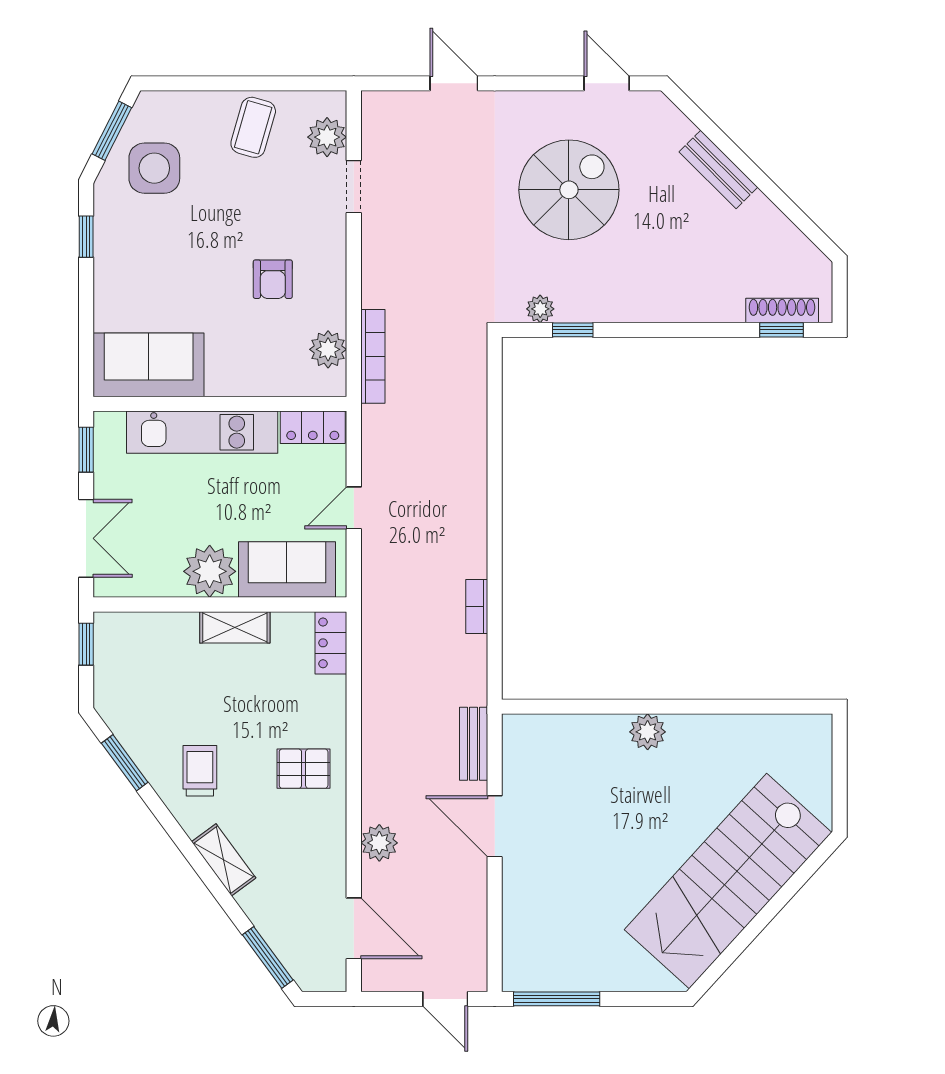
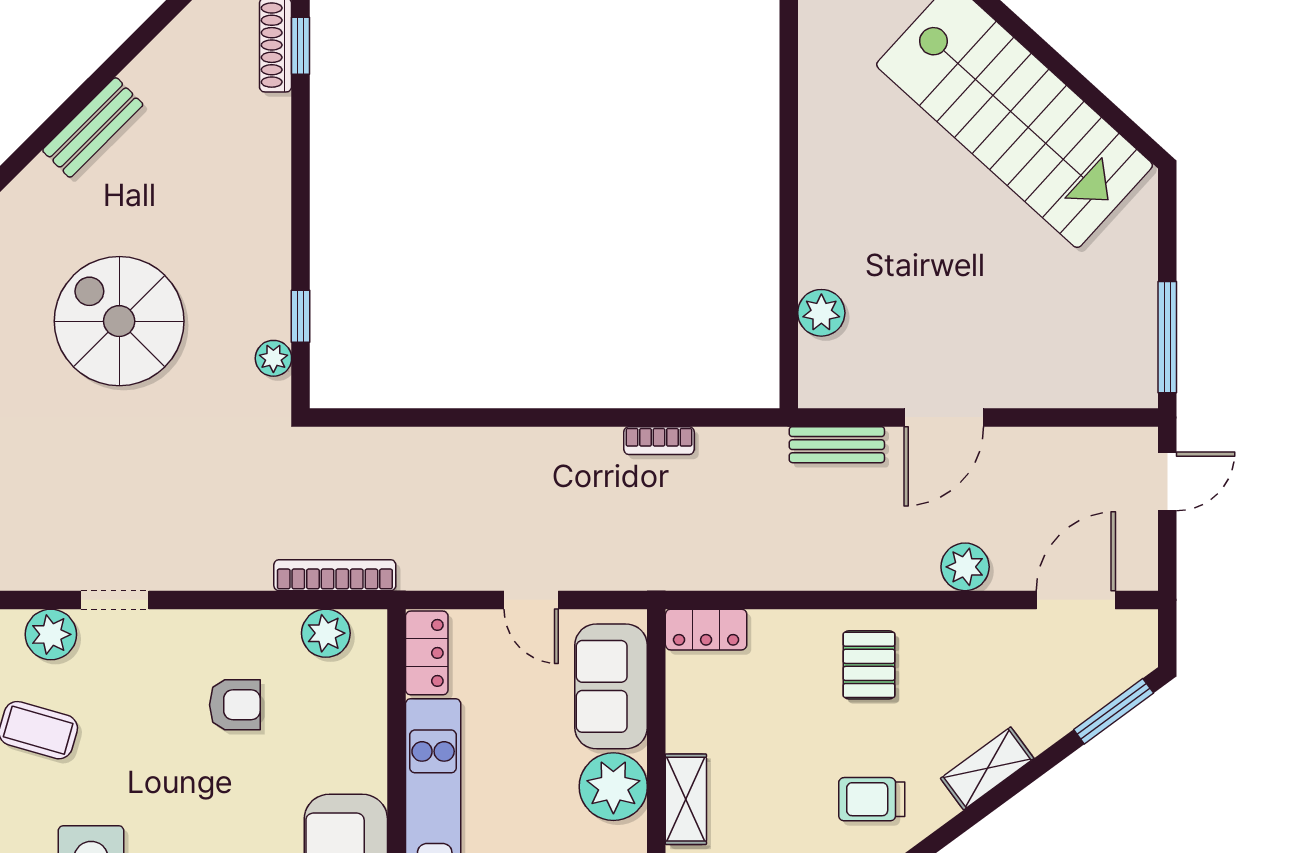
shelving: (235, 627) -> (686, 799), moved
plant: (648, 732) -> (821, 313), moved

